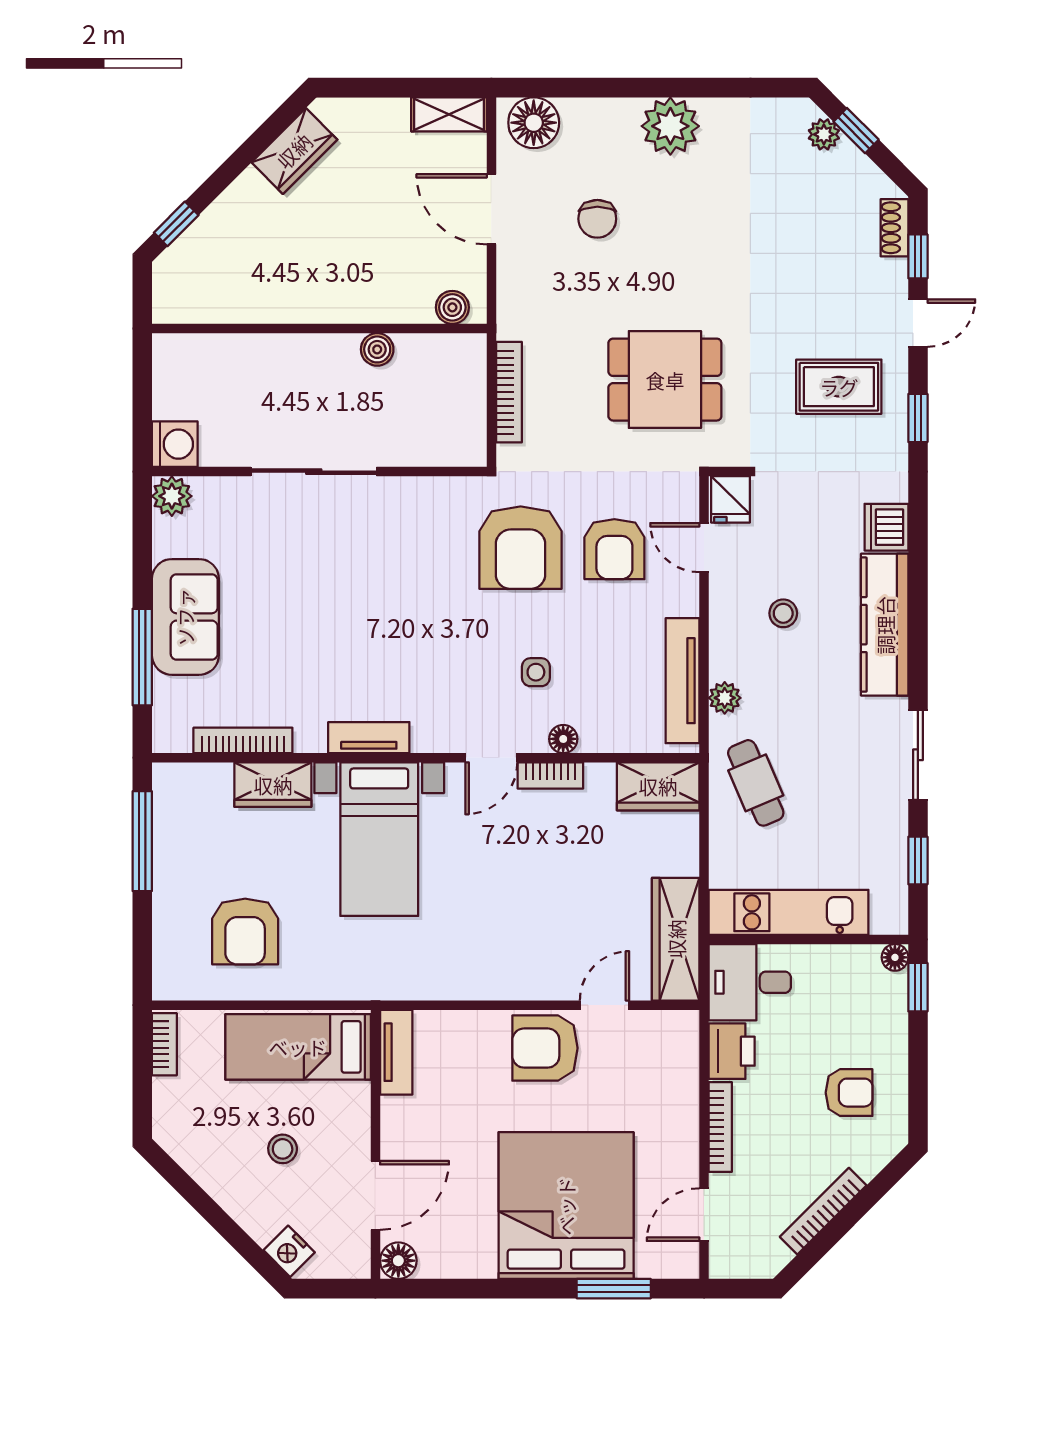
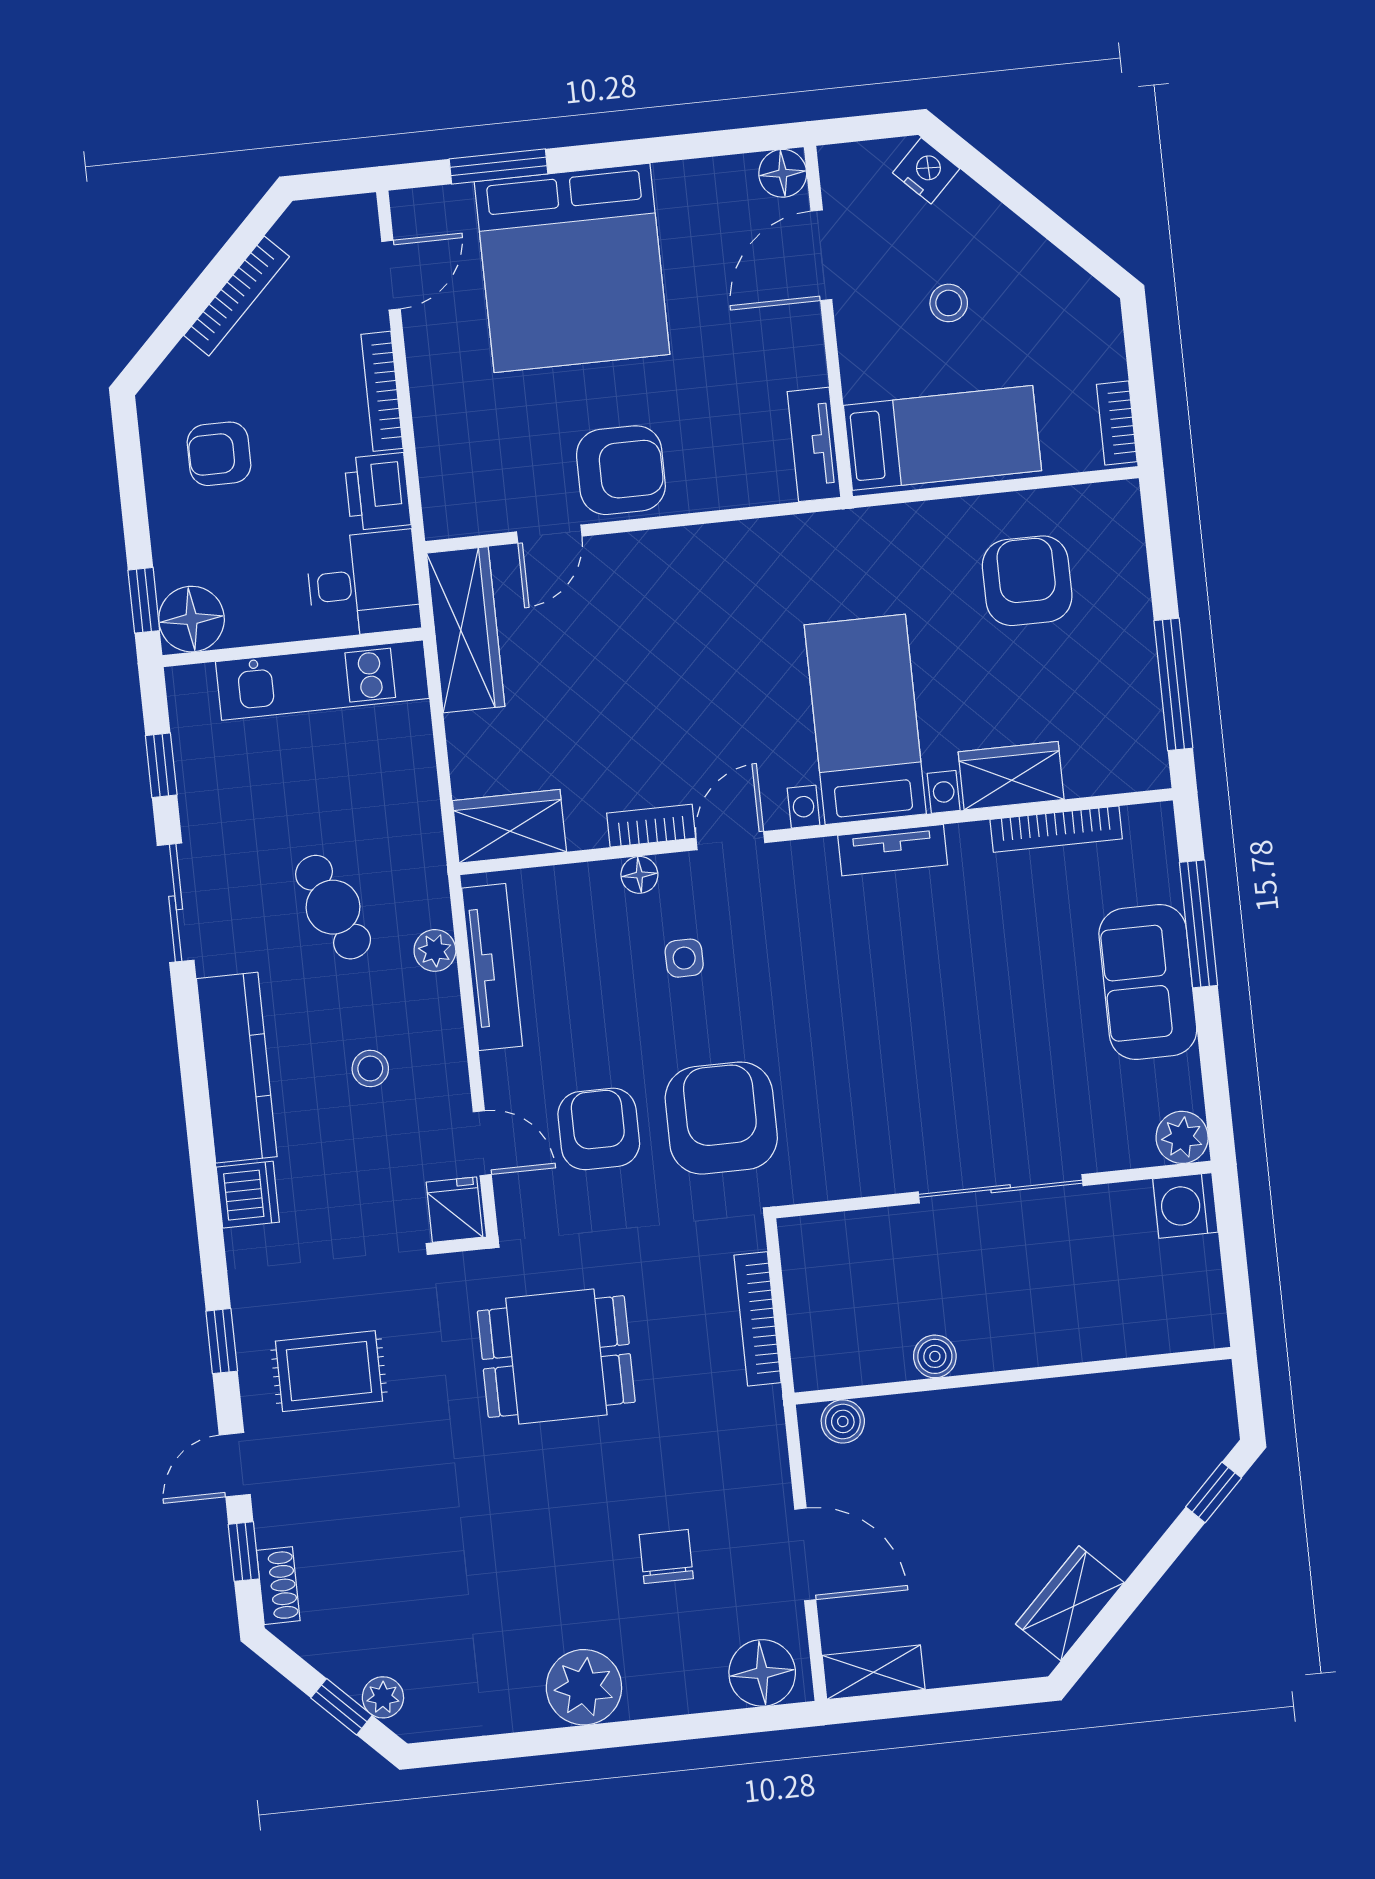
cafe table: (756, 783) -> (333, 907), moved
floor lamp: (895, 957) -> (192, 619), width x1.89, depth x1.89

